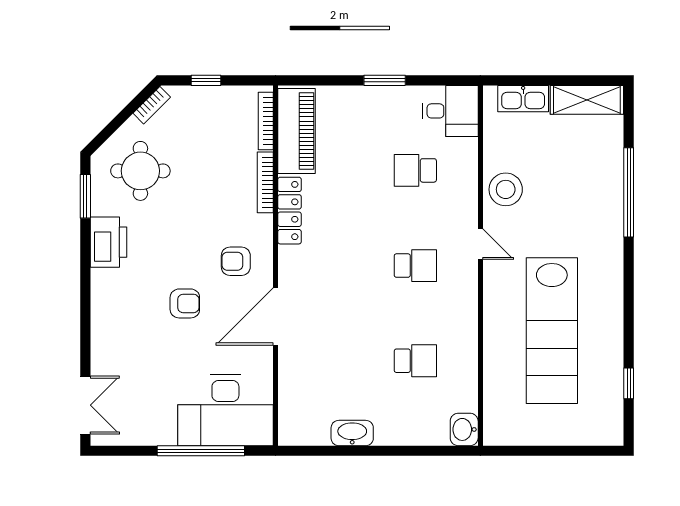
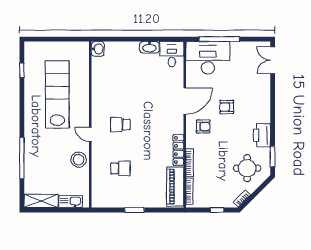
desk: (450, 111) -> (172, 54), moved, turned 90
school desk: (415, 361) -> (120, 81), removed

